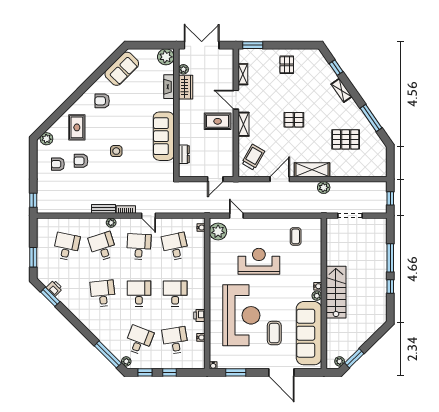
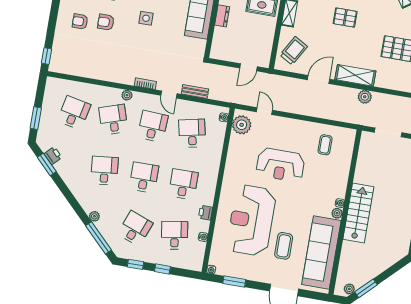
dresser: (184, 154) -> (222, 16), moved
bench: (104, 209) -> (195, 91), moved
reception desk: (259, 261) -> (280, 165), turned 180
reception desk: (241, 315) -> (251, 220), turned 180
plant: (126, 361) -> (94, 216), moved

